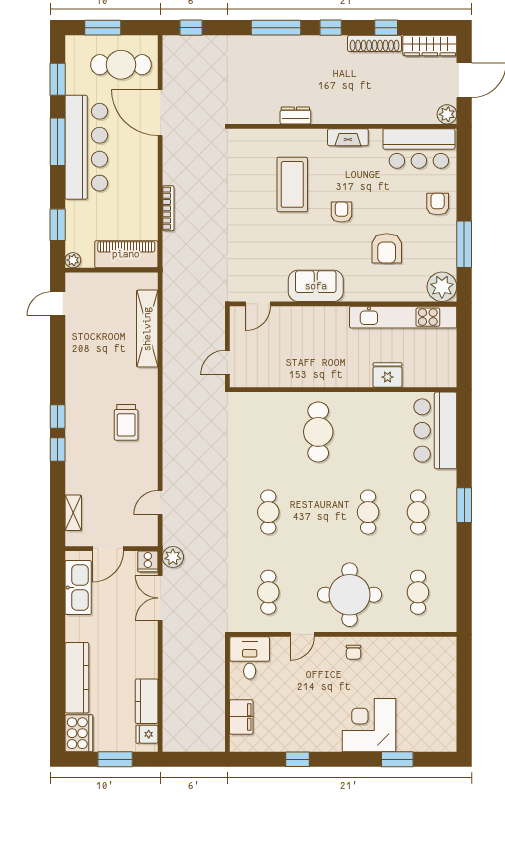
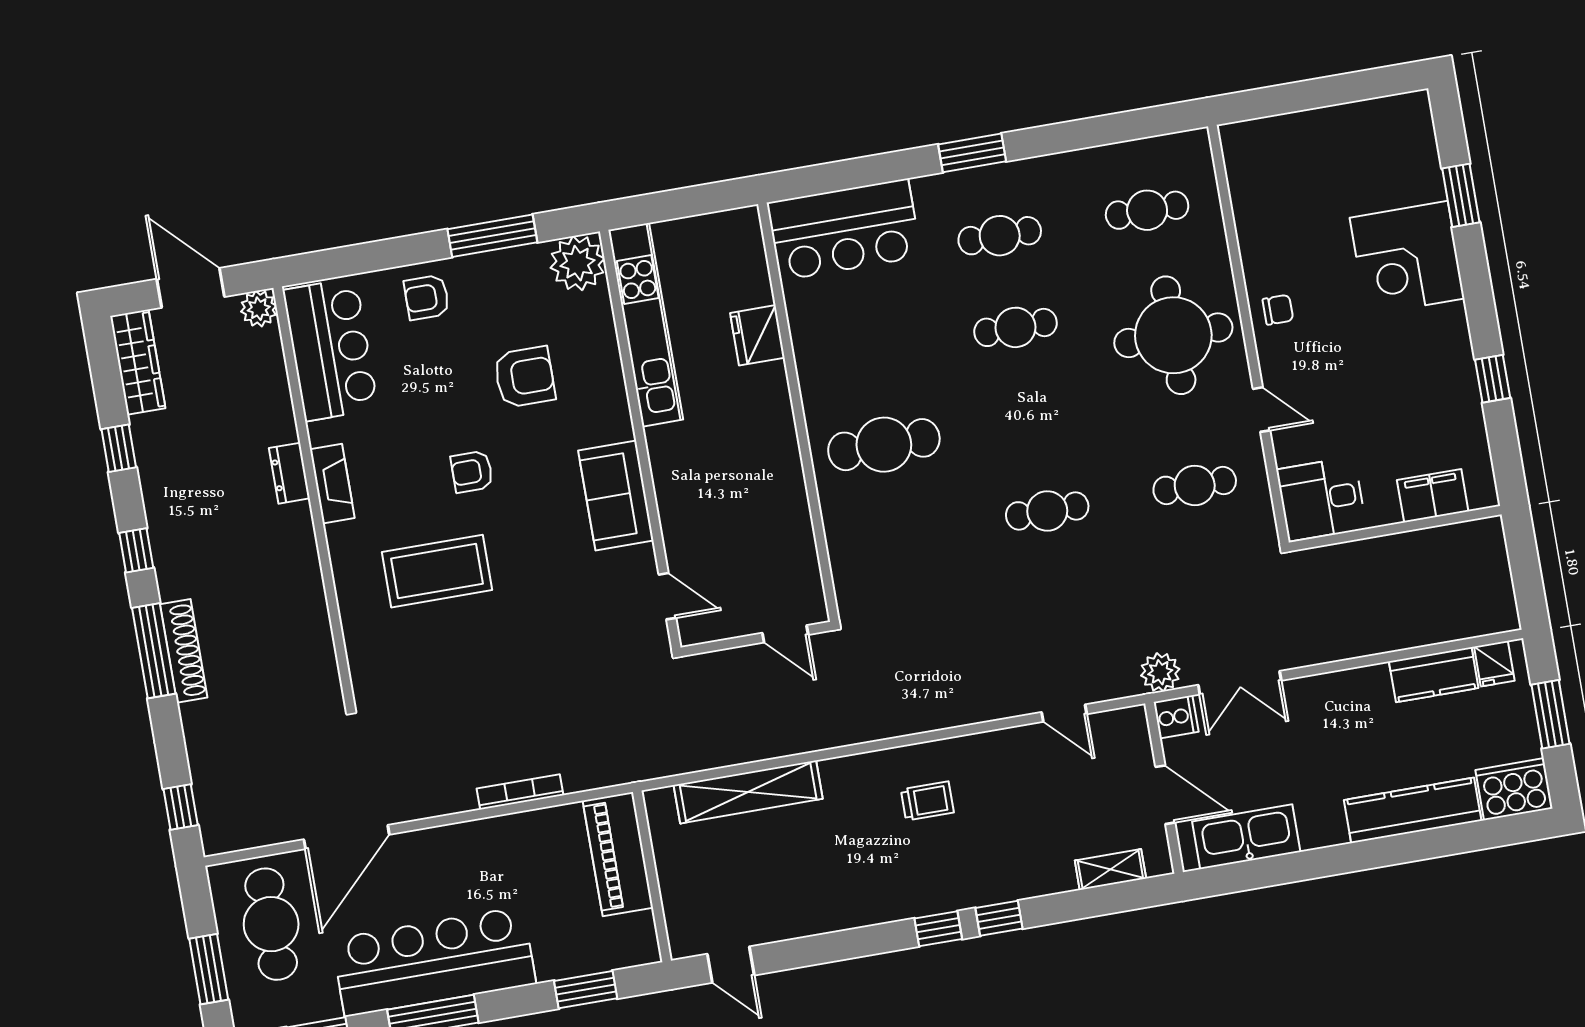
shoe rack: (375, 43) -> (184, 651), moved
dresser: (295, 116) -> (289, 473), moved
plant: (73, 260) -> (646, 950), removed
trolley: (126, 422) -> (927, 801), width x0.73, depth x0.72

